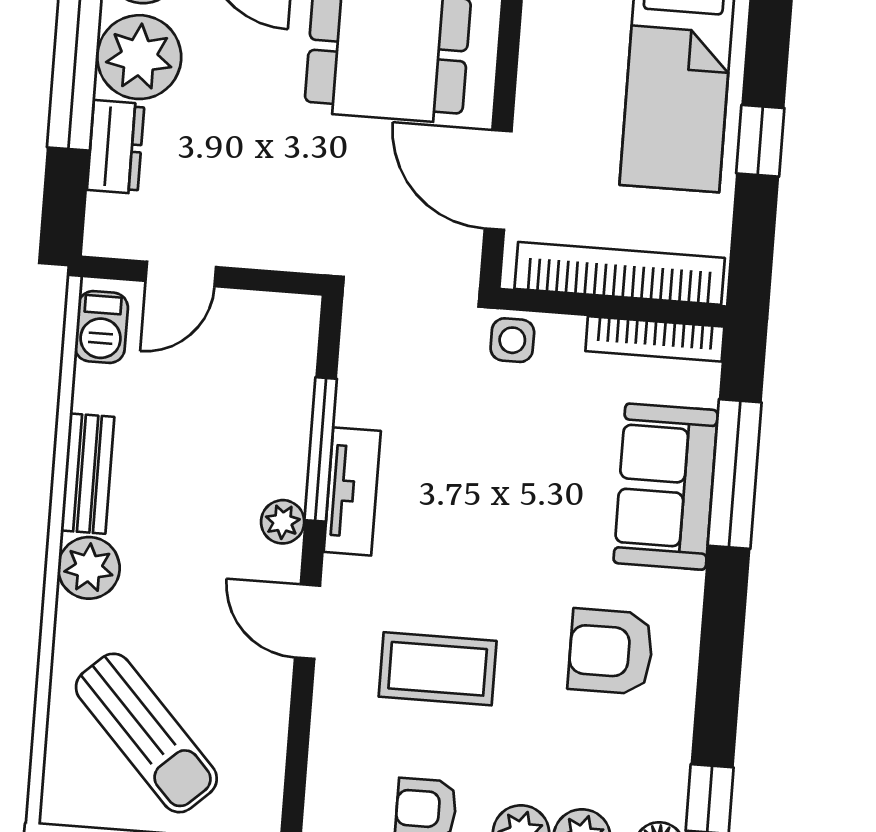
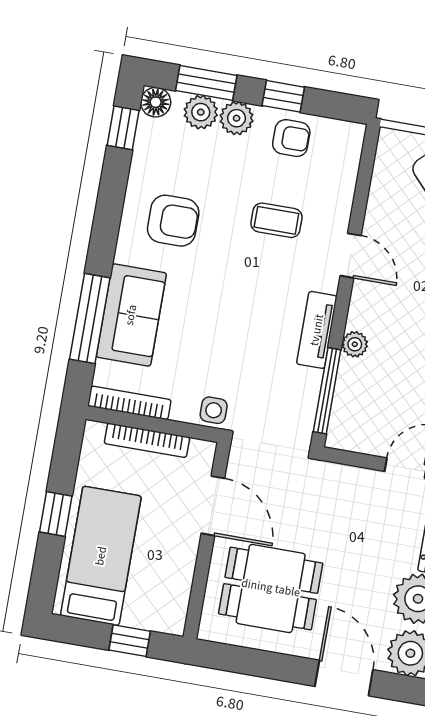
bookcase: (620, 273) -> (147, 440), width x0.68, depth x0.76
window: (321, 449) -> (327, 391), moved
plant: (283, 522) -> (355, 344), moved
coffee table: (438, 669) -> (276, 220), width x0.73, depth x0.77

